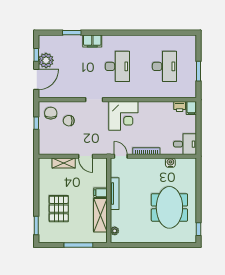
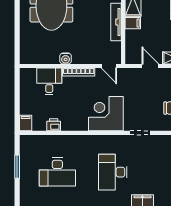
desk: (164, 66) -> (57, 172), turned -90
printer: (180, 106) -> (54, 125), moved
desk: (185, 144) -> (49, 81), moved, turned 90
water cooler: (170, 163) -> (66, 58), moved

